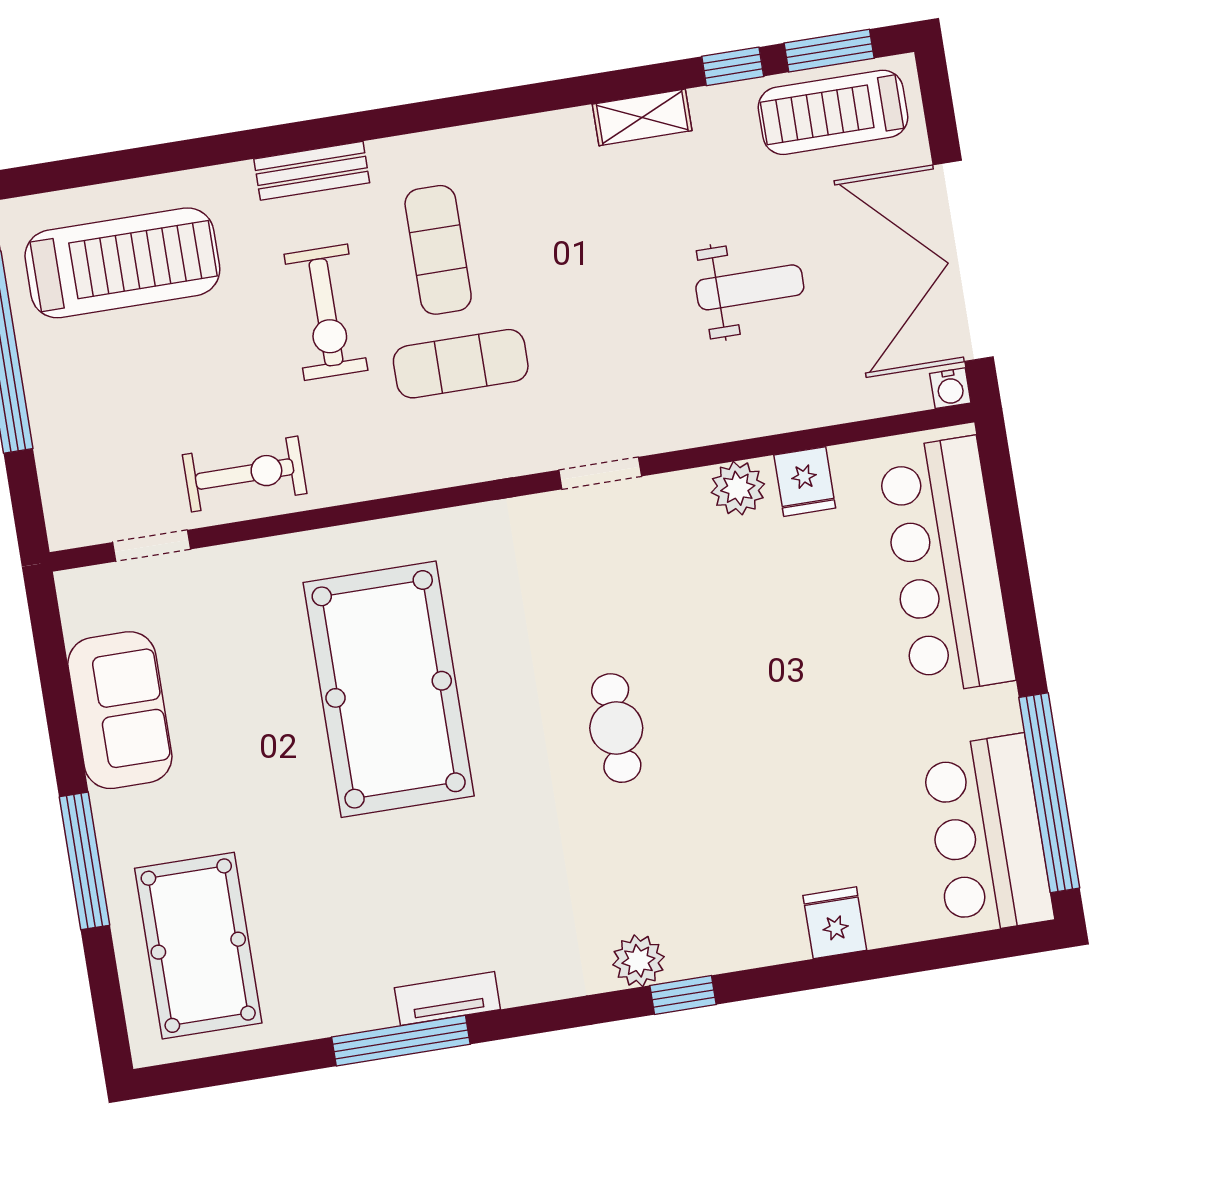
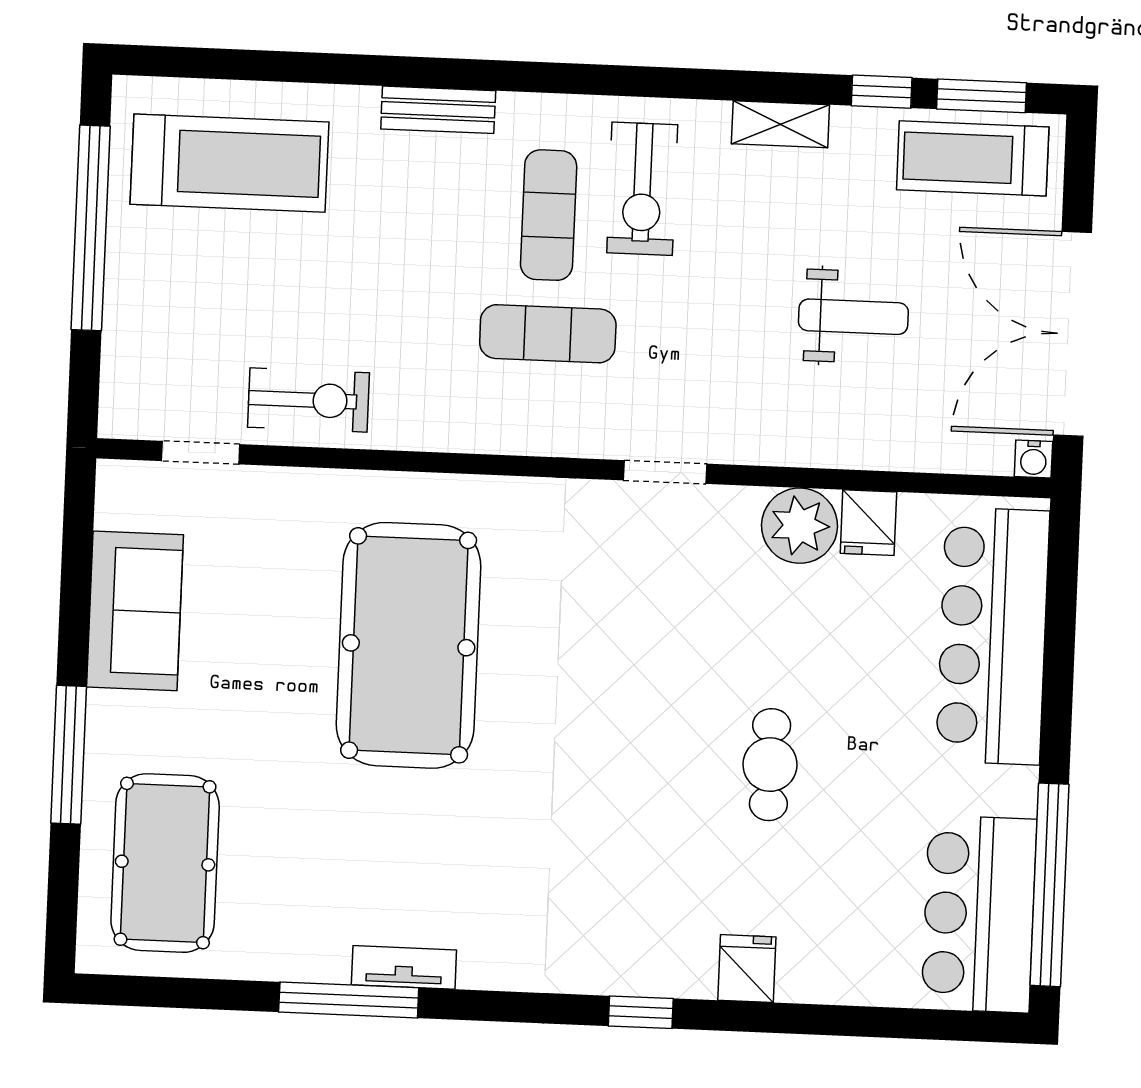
exercise bike: (326, 312) -> (642, 189), moved
plant: (738, 488) -> (800, 526), width x1.36, depth x1.36
cafe table: (616, 728) -> (770, 765), moved
fridge: (835, 923) -> (747, 969), moved
plant: (638, 961) -> (603, 969), removed

